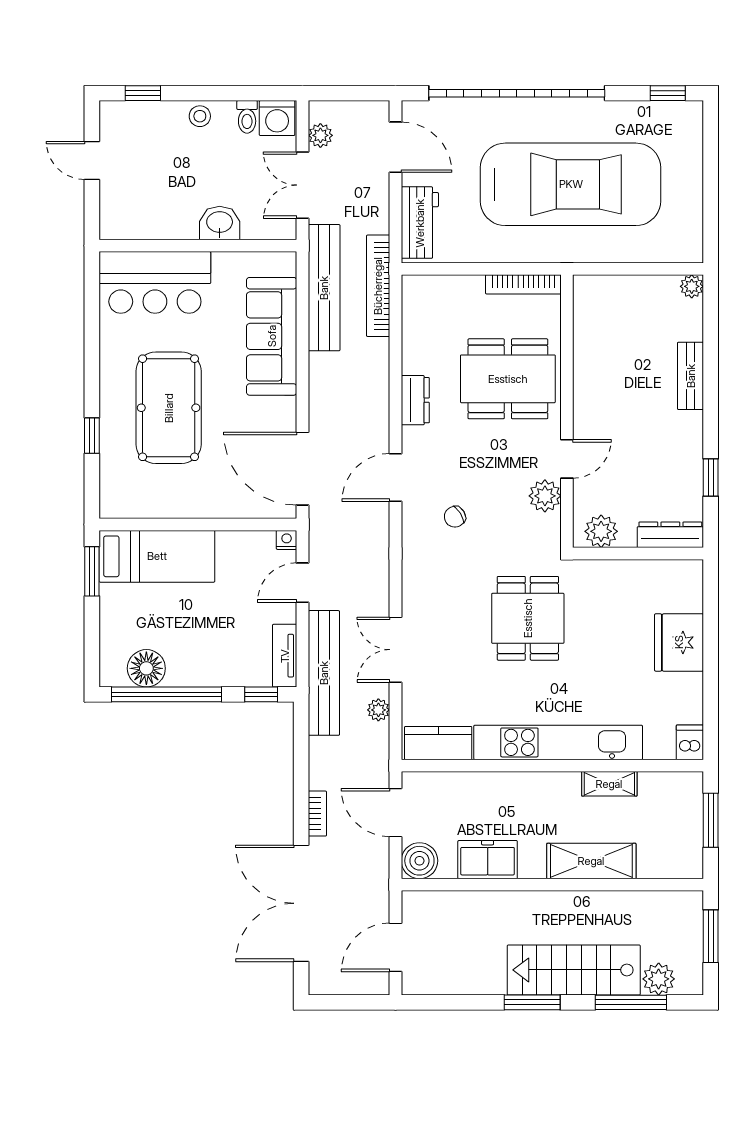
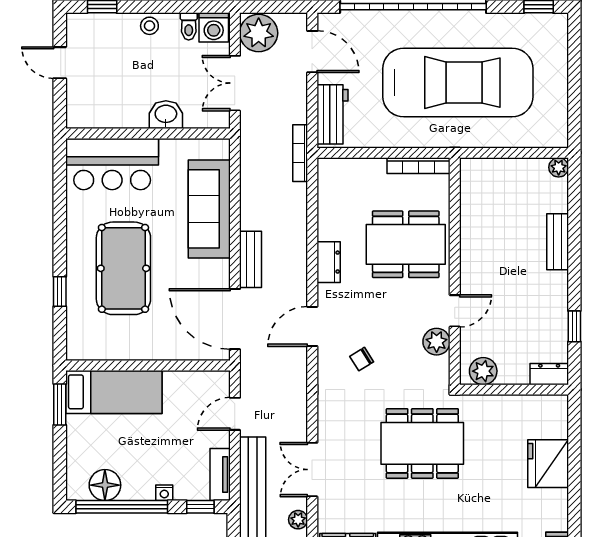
plant: (320, 135) -> (259, 33), width x1.87, depth x1.87
bookcase: (378, 286) -> (300, 153), width x0.68, depth x0.76
bench: (324, 288) -> (251, 259), moved, width x0.54, depth x0.82
dresser: (670, 535) -> (549, 374), width x0.70
nightstand: (287, 540) -> (164, 493), moved, turned 180
dining table: (528, 618) -> (422, 443), width x1.38

